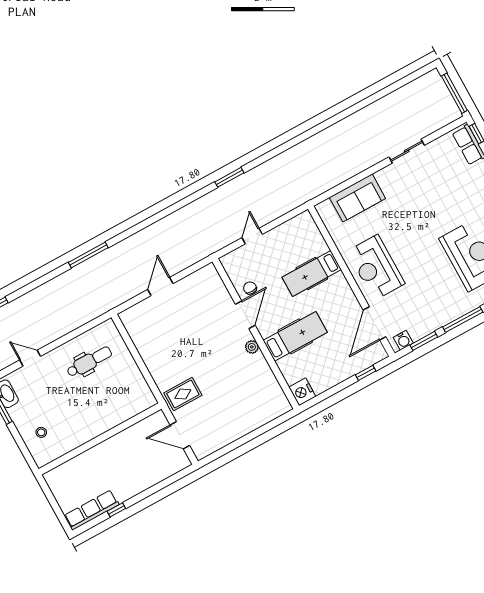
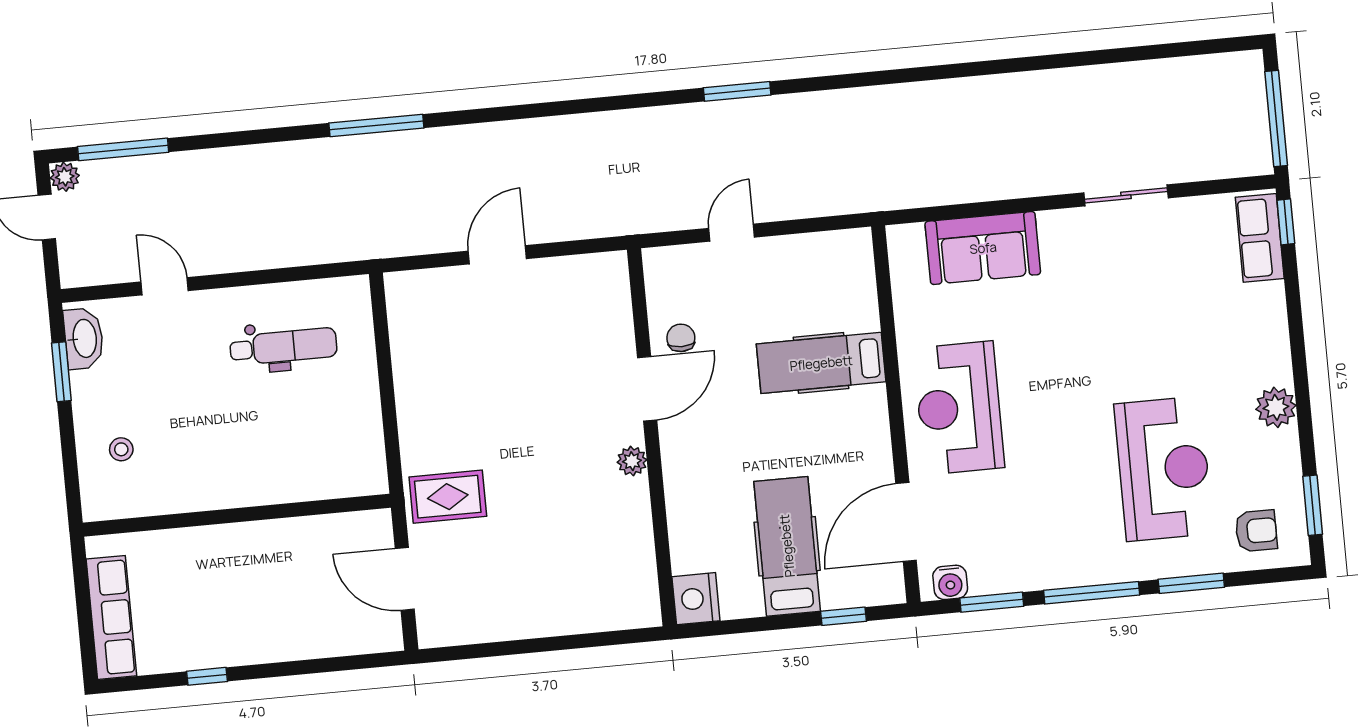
hospital bed: (295, 336) -> (787, 546), moved, turned -90
row of seats: (92, 510) -> (111, 617), moved, turned 90

